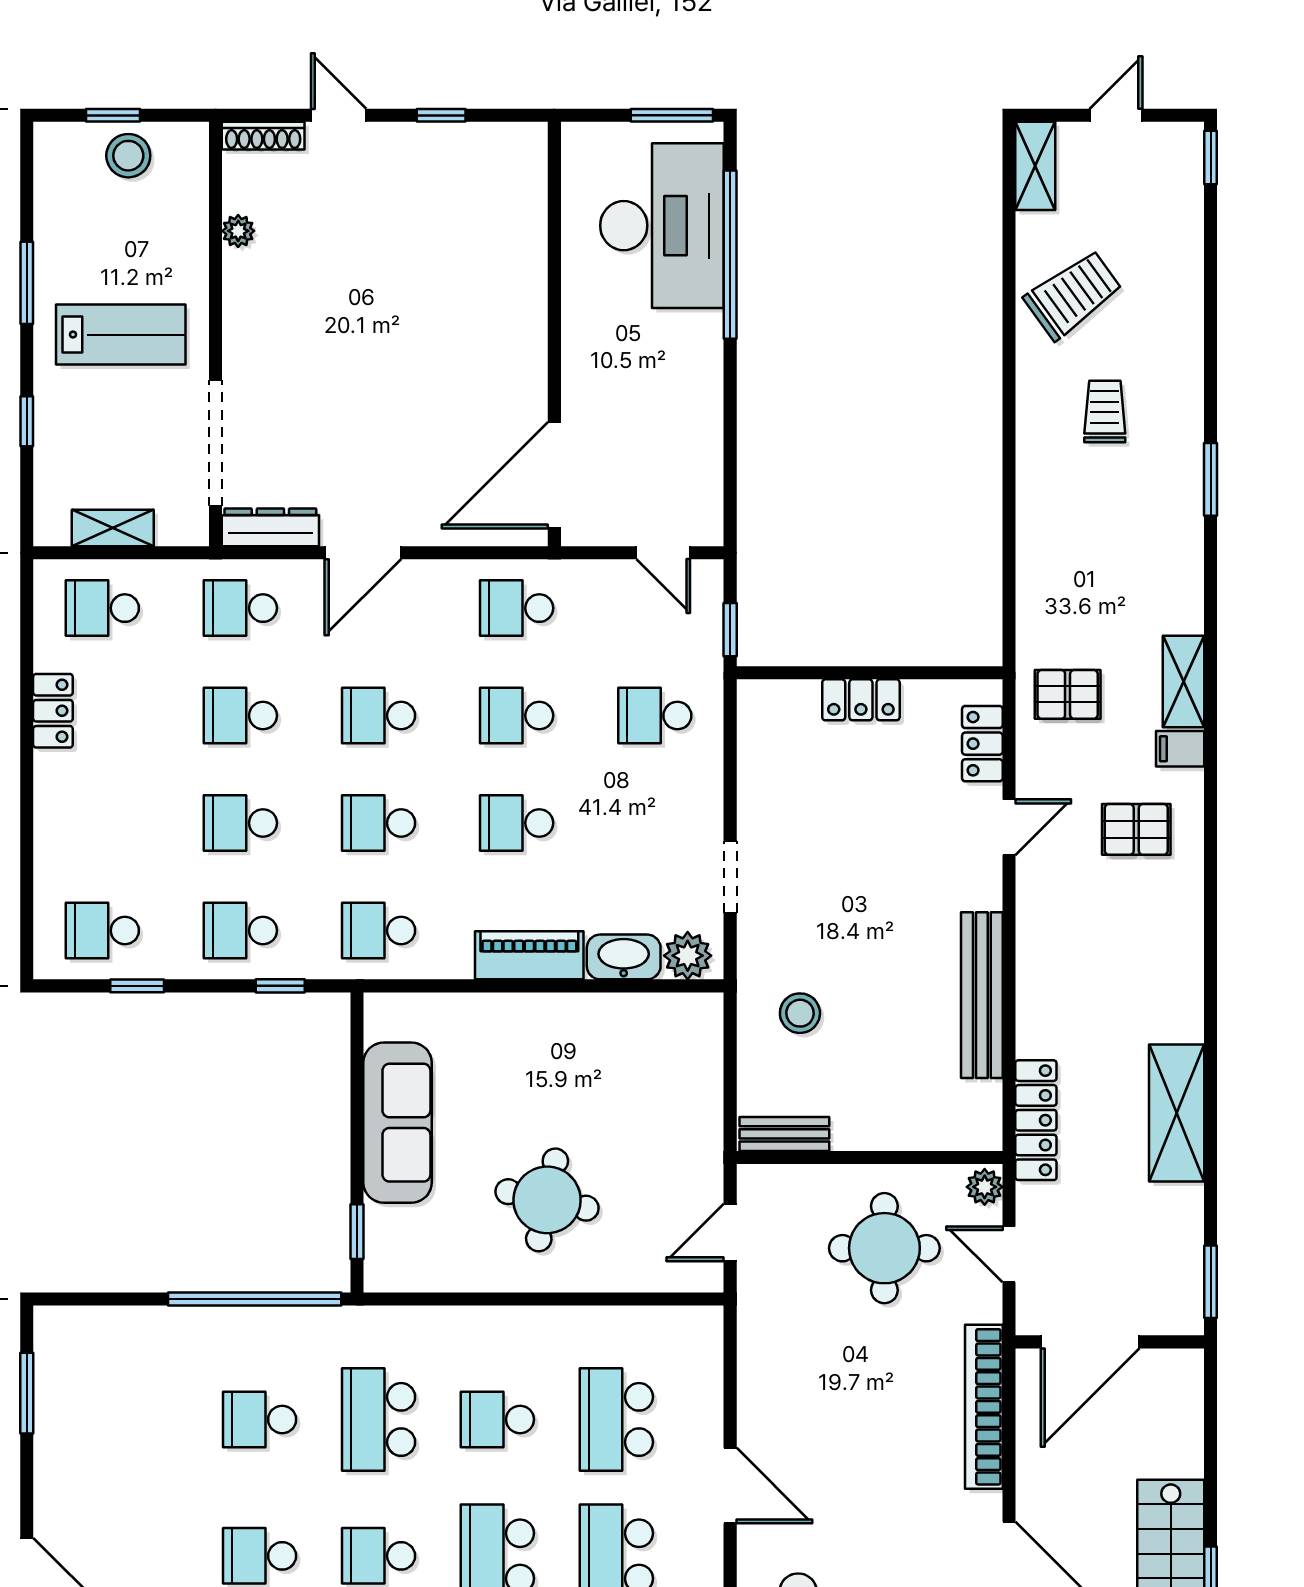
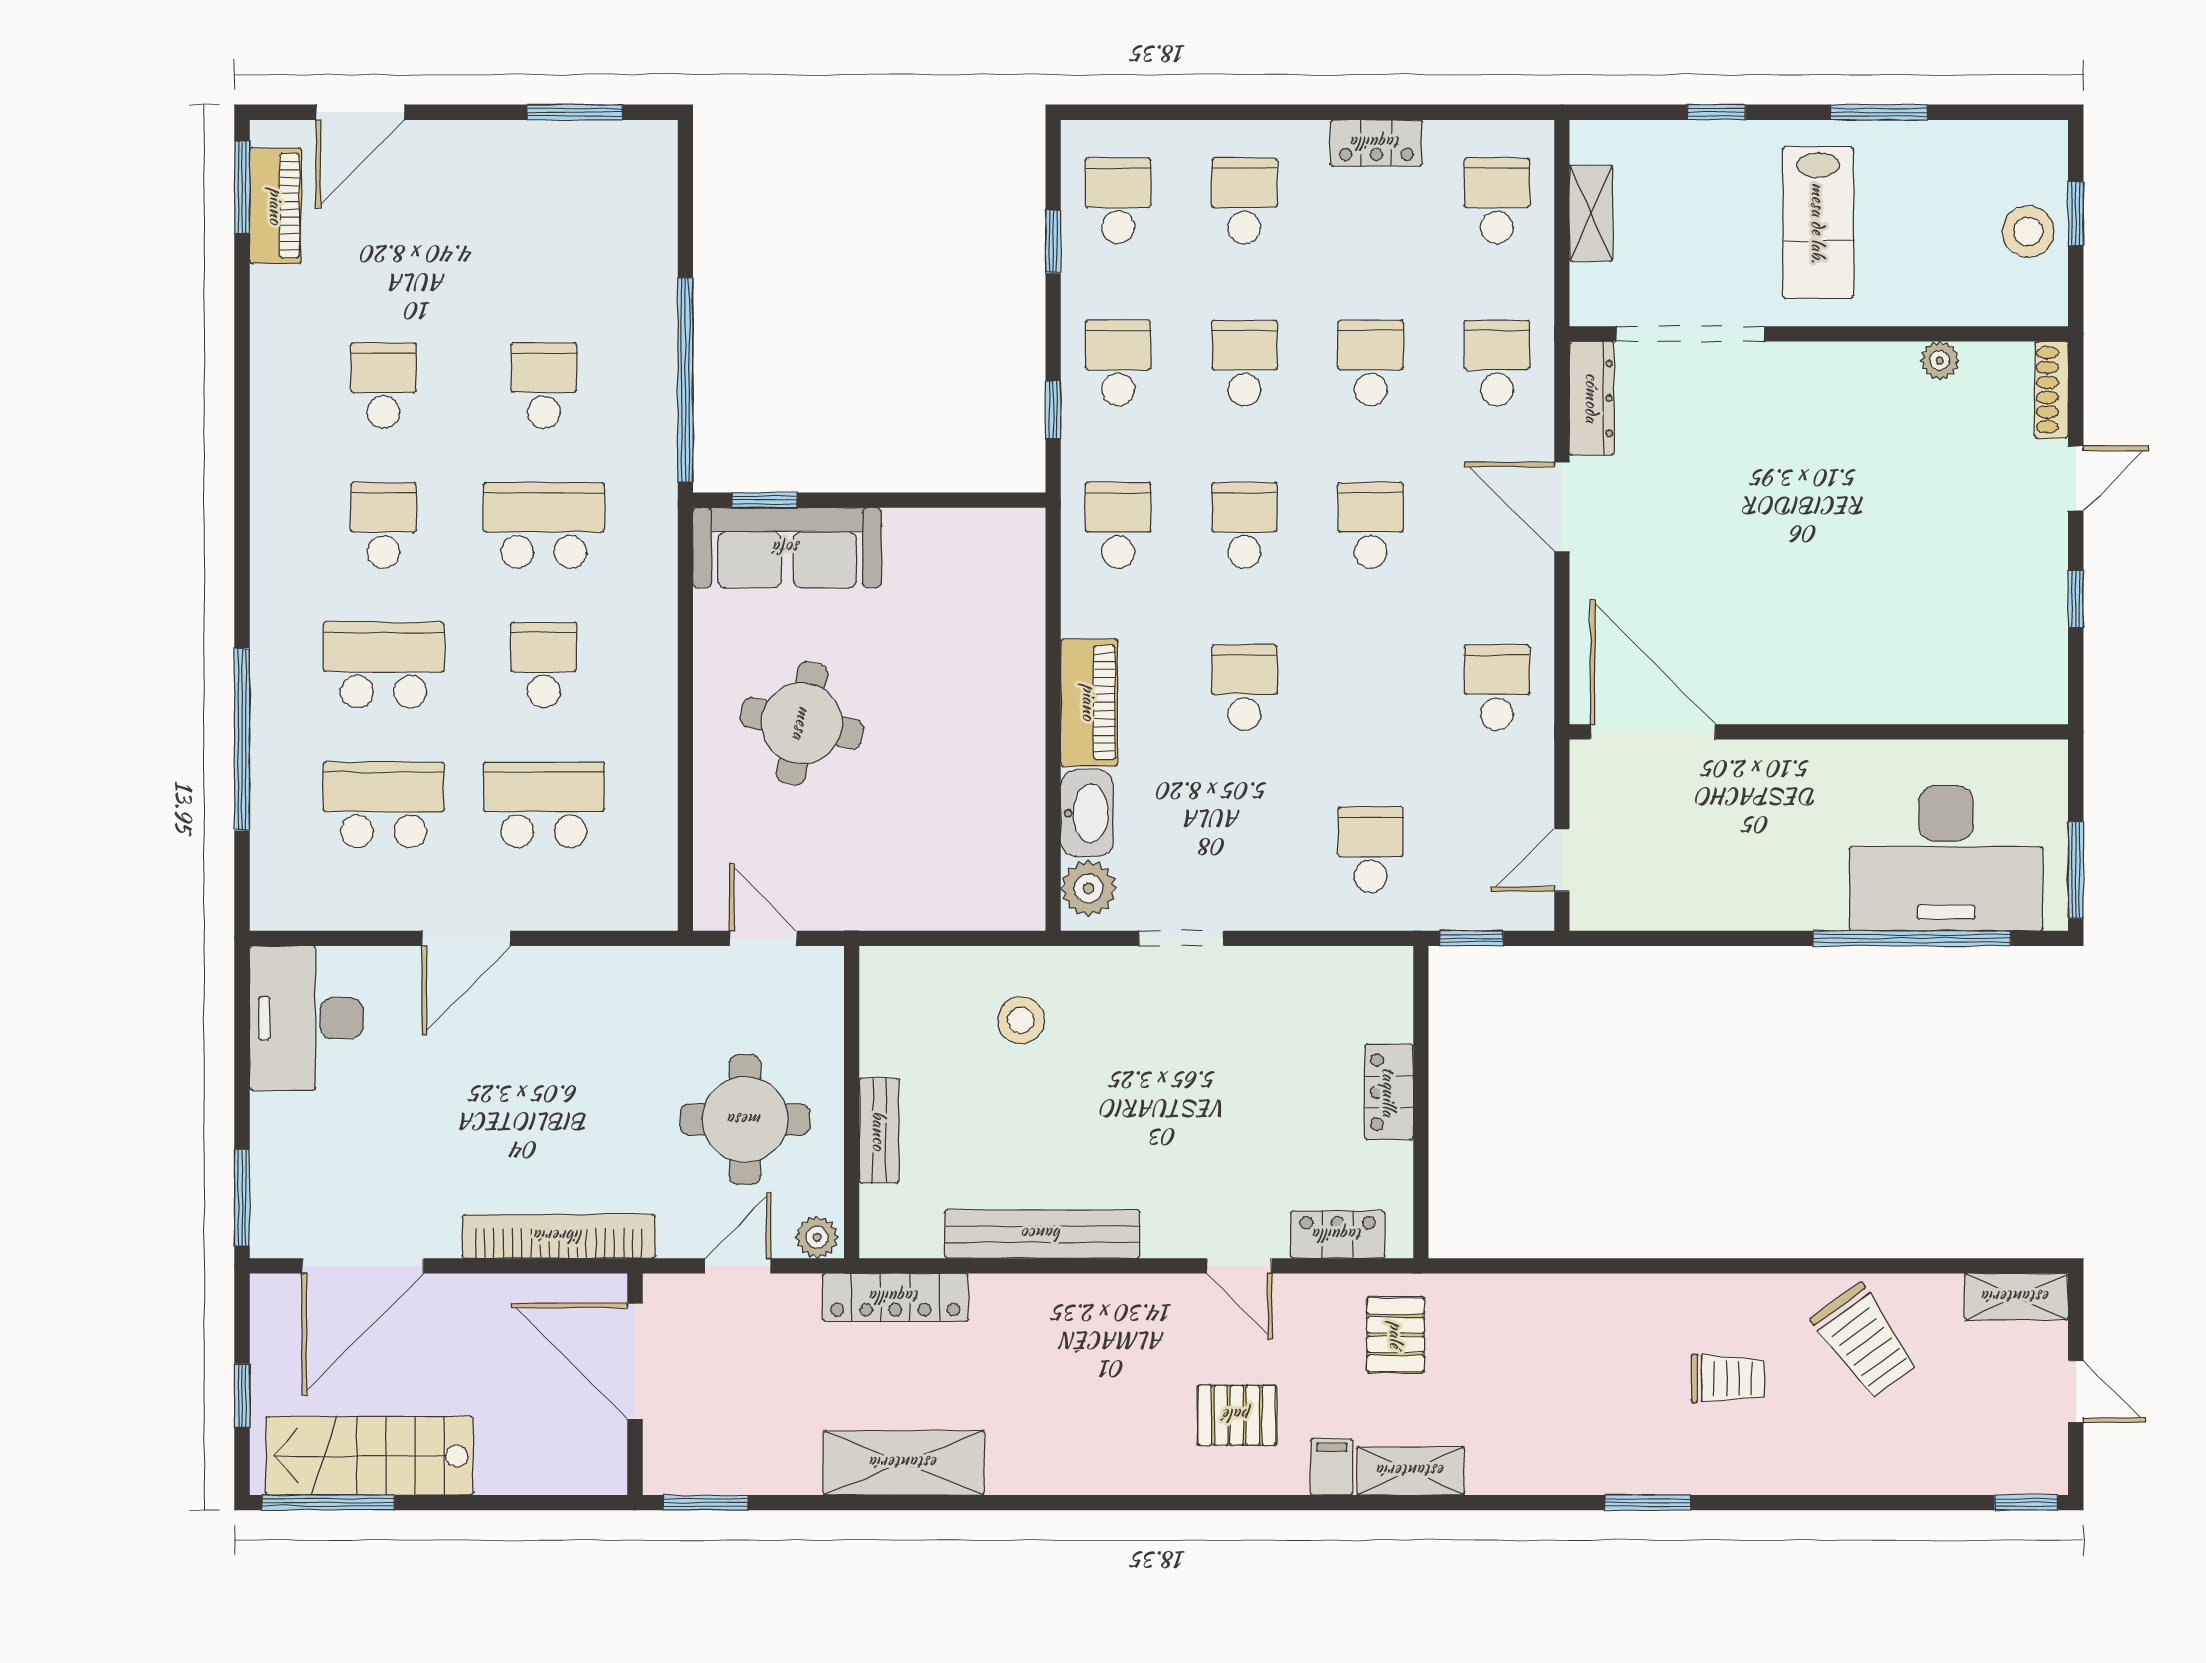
school desk: (517, 716) -> (1244, 201), moved
pallet: (1136, 829) -> (1237, 1415), turned 90
sofa: (398, 1123) -> (787, 548), moved
bench: (784, 1134) -> (879, 1131), moved

